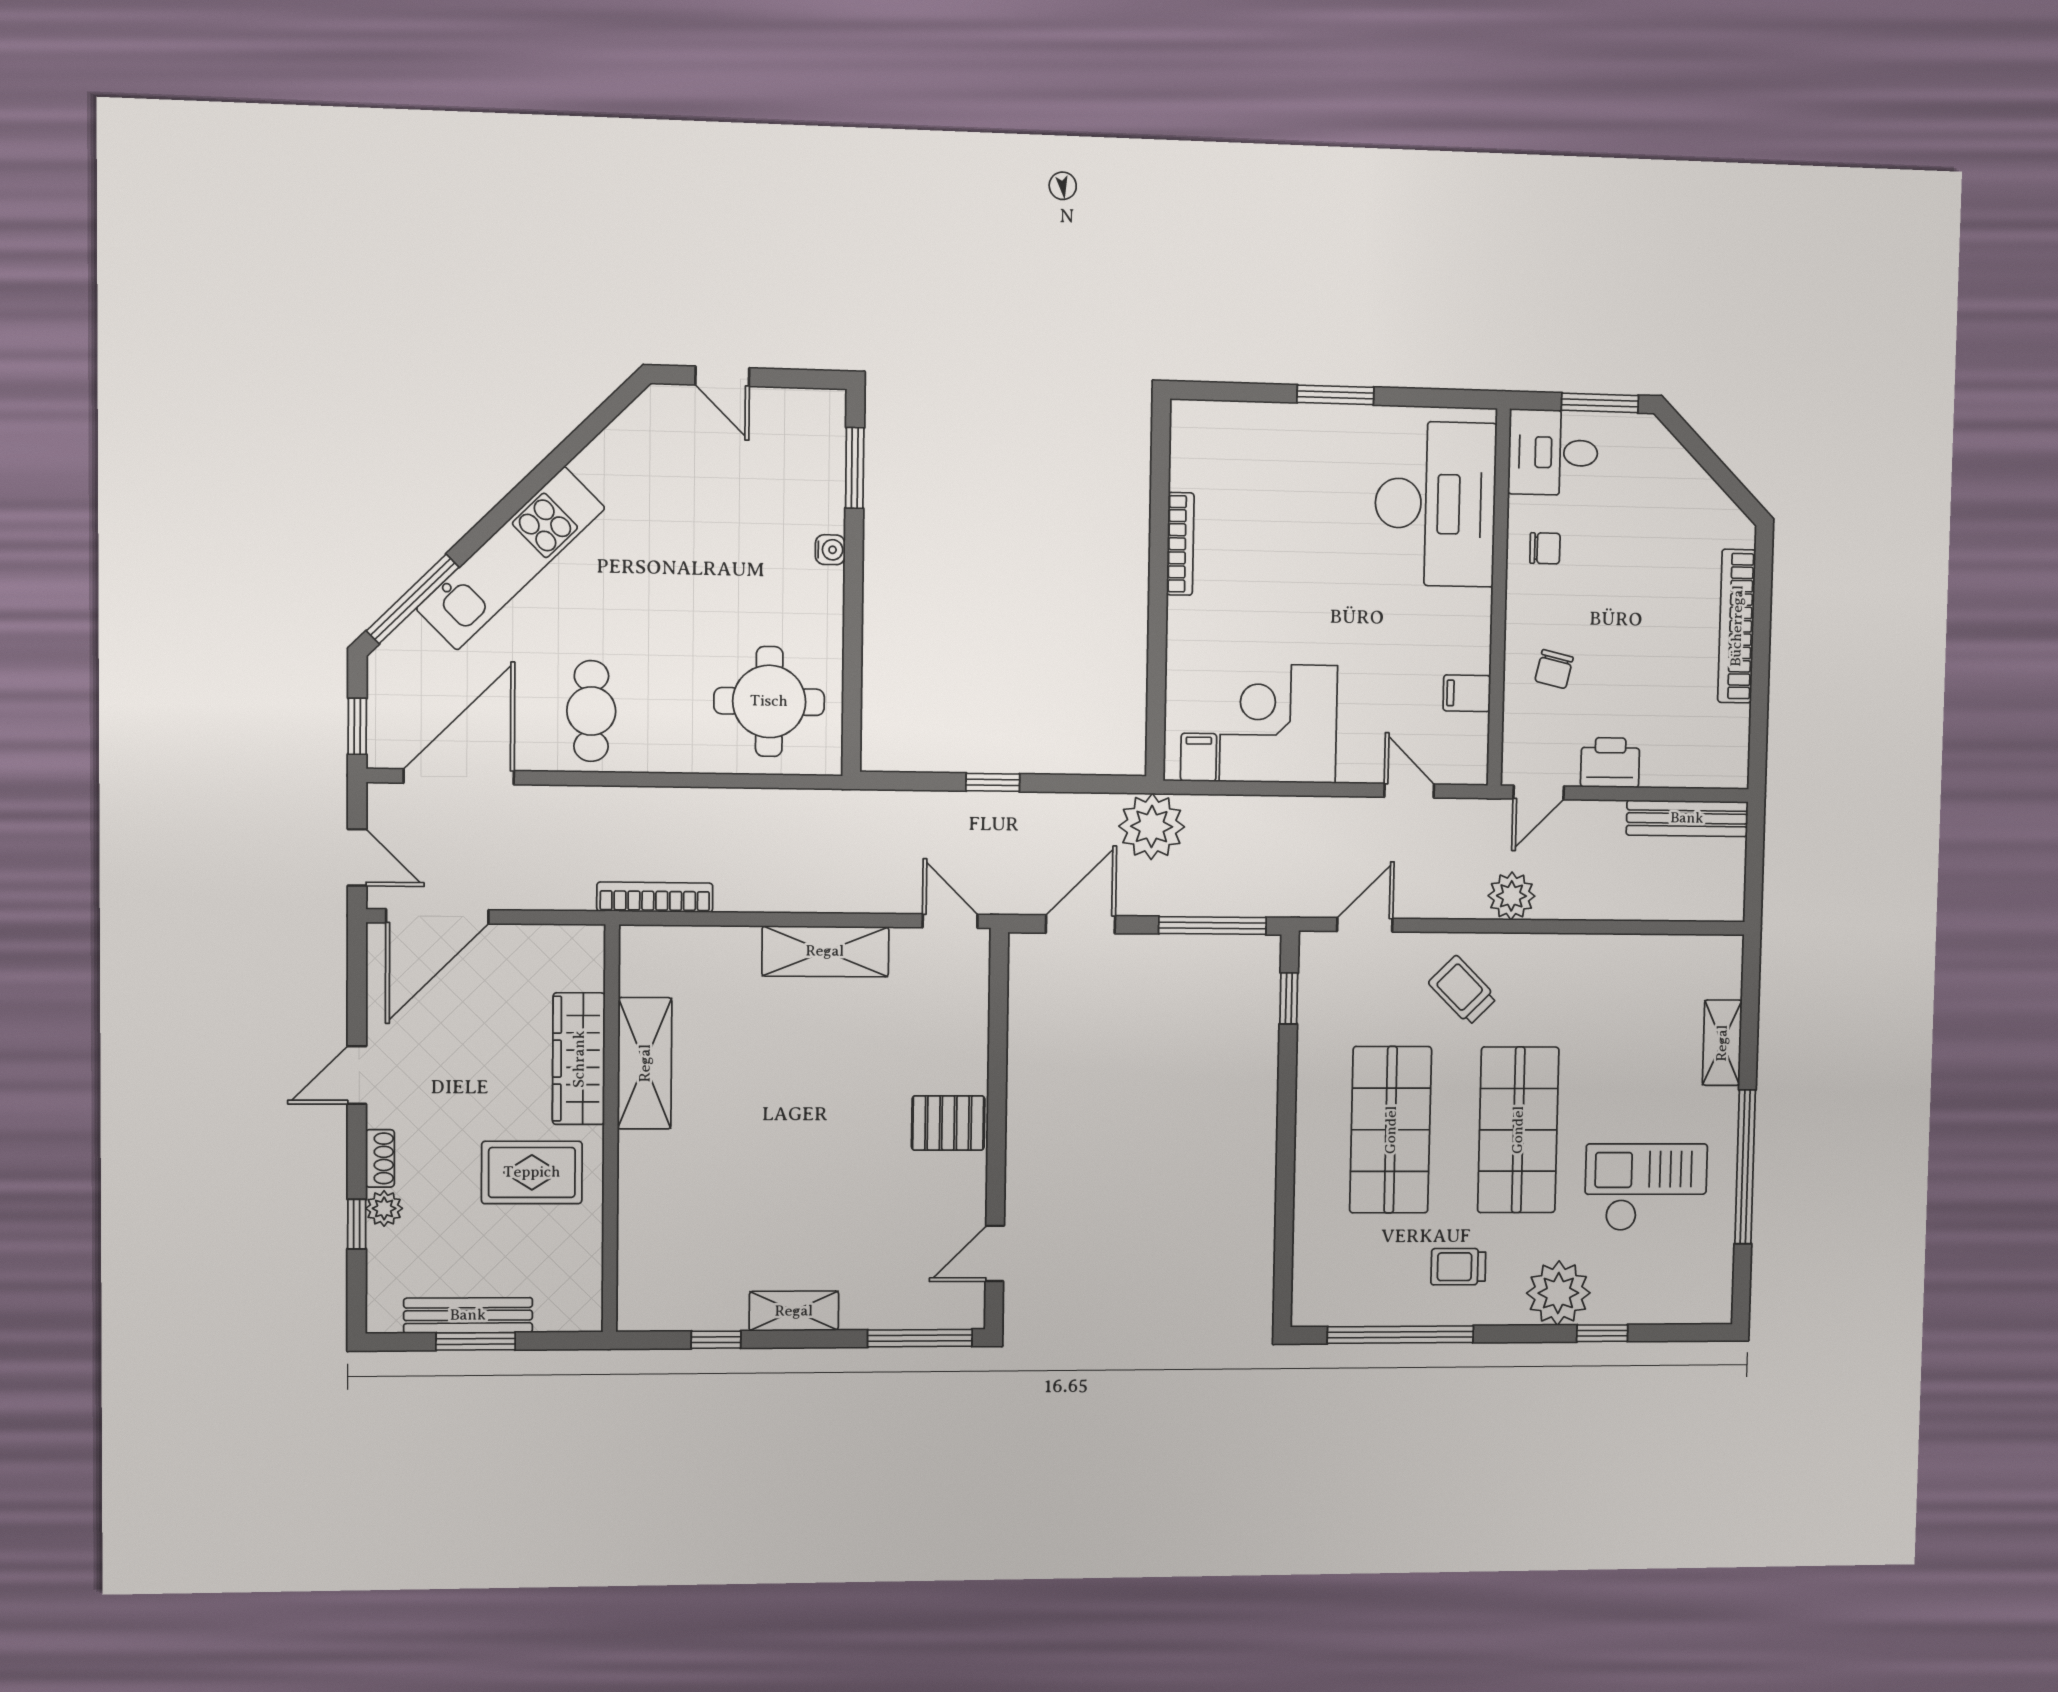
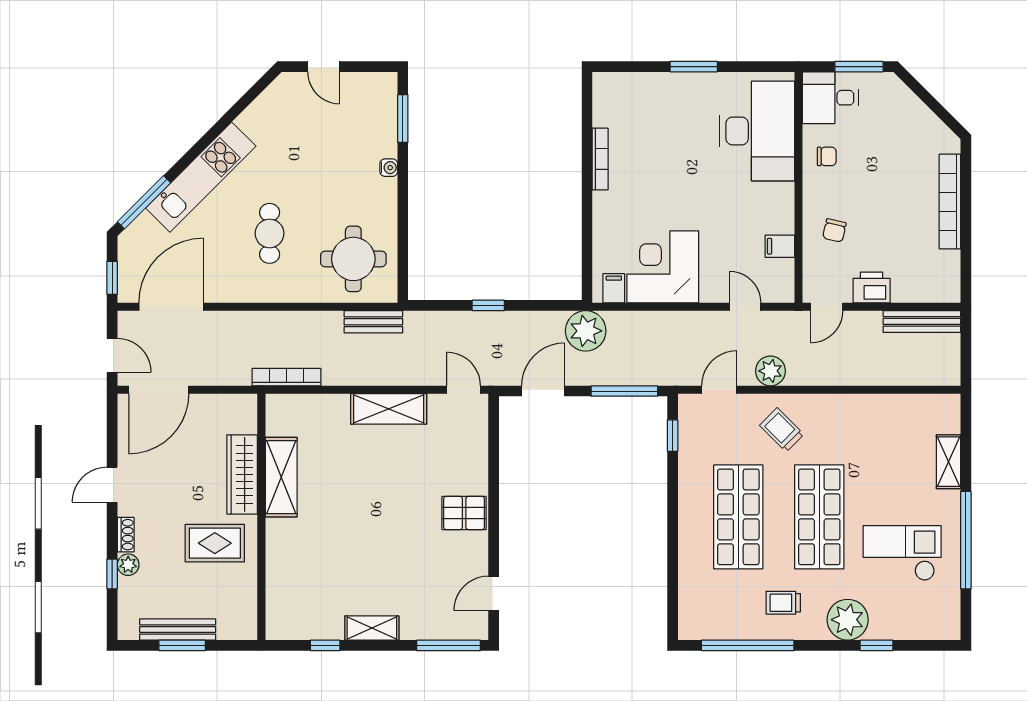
cafe table: (591, 711) -> (270, 233), moved
bench: (802, 807) -> (373, 322), added
plant: (1511, 896) -> (770, 371), moved

